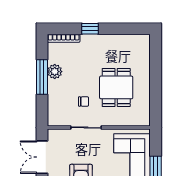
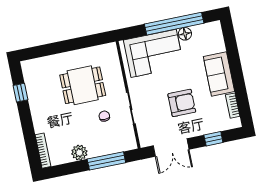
window: (90, 29) -> (21, 93), moved
window: (42, 77) -> (106, 161), moved

